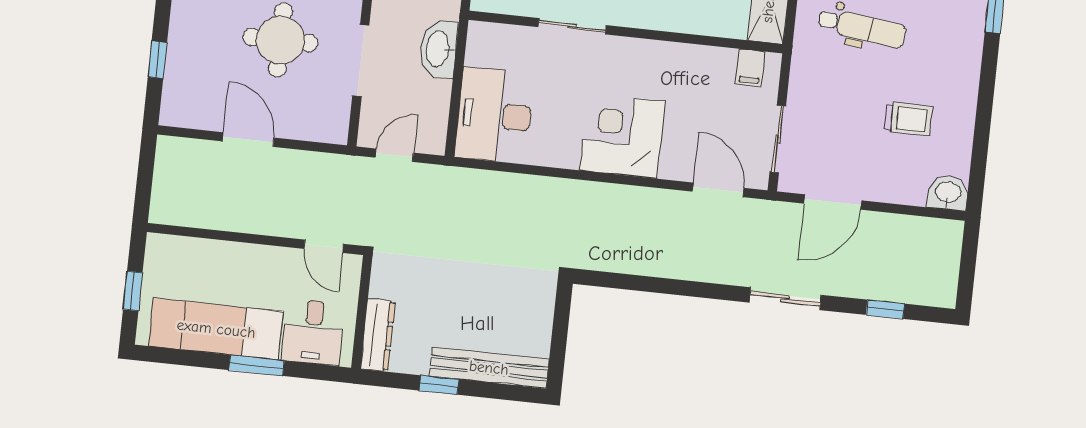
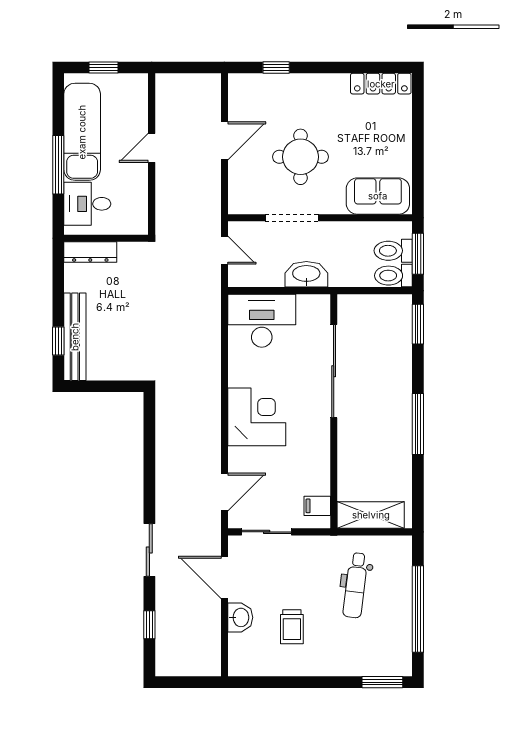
sliding door: (572, 26) -> (334, 371), width x1.86
washbasin: (948, 193) -> (240, 617), moved
door: (324, 246) -> (152, 148), moved
window: (257, 365) -> (58, 165), width x1.44
window: (439, 385) -> (58, 341), moved

